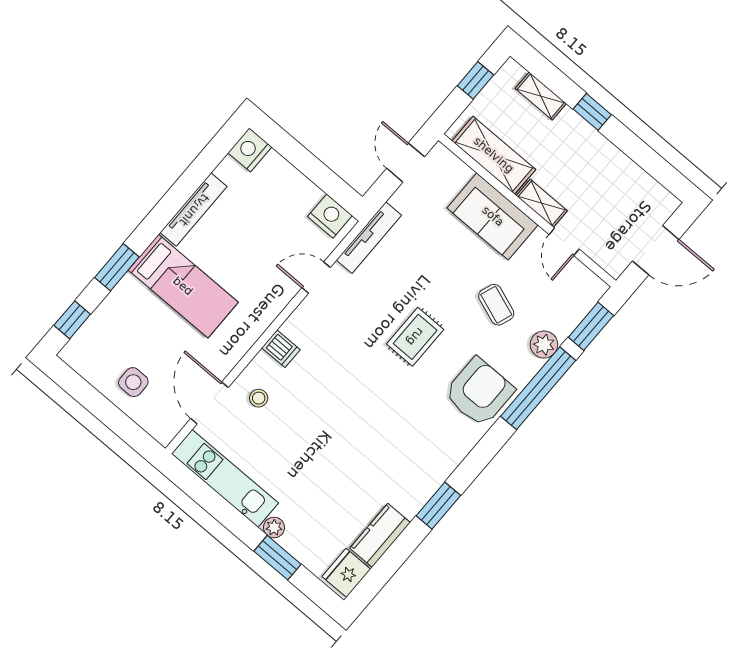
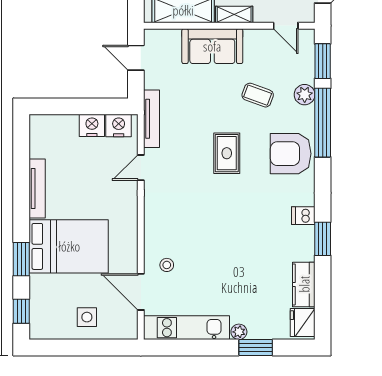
nightstand: (250, 150) -> (92, 125), moved, turned 90
door: (564, 242) -> (286, 26), moved
bed: (183, 286) -> (69, 246), width x1.50
dishwasher: (281, 349) -> (303, 216), moved, turned 180
armchair: (479, 392) -> (291, 154), turned -90

